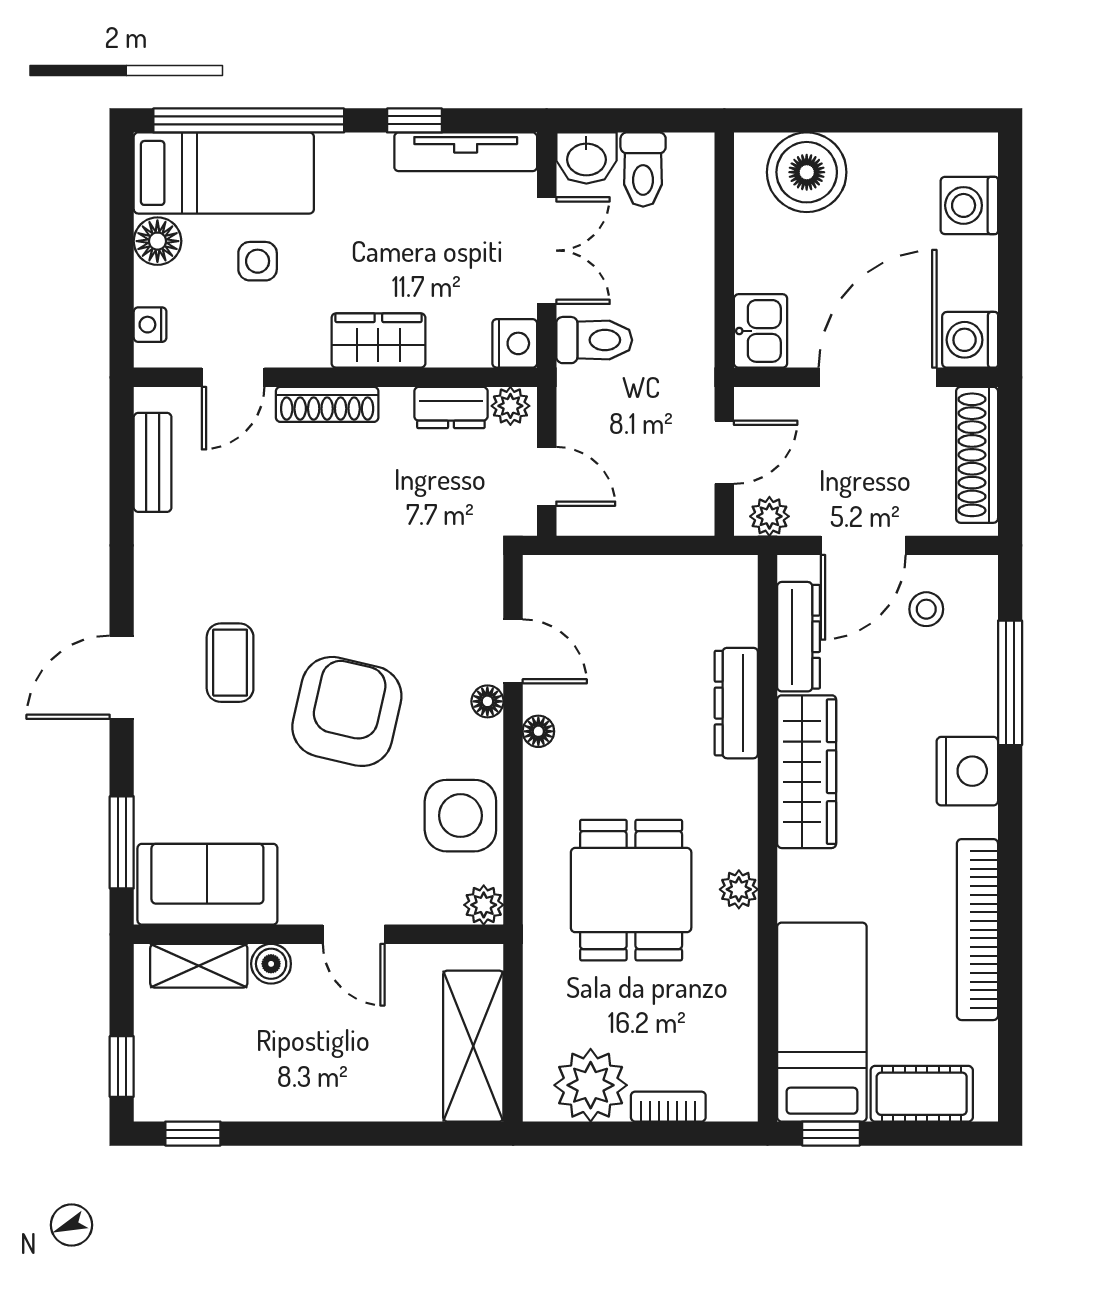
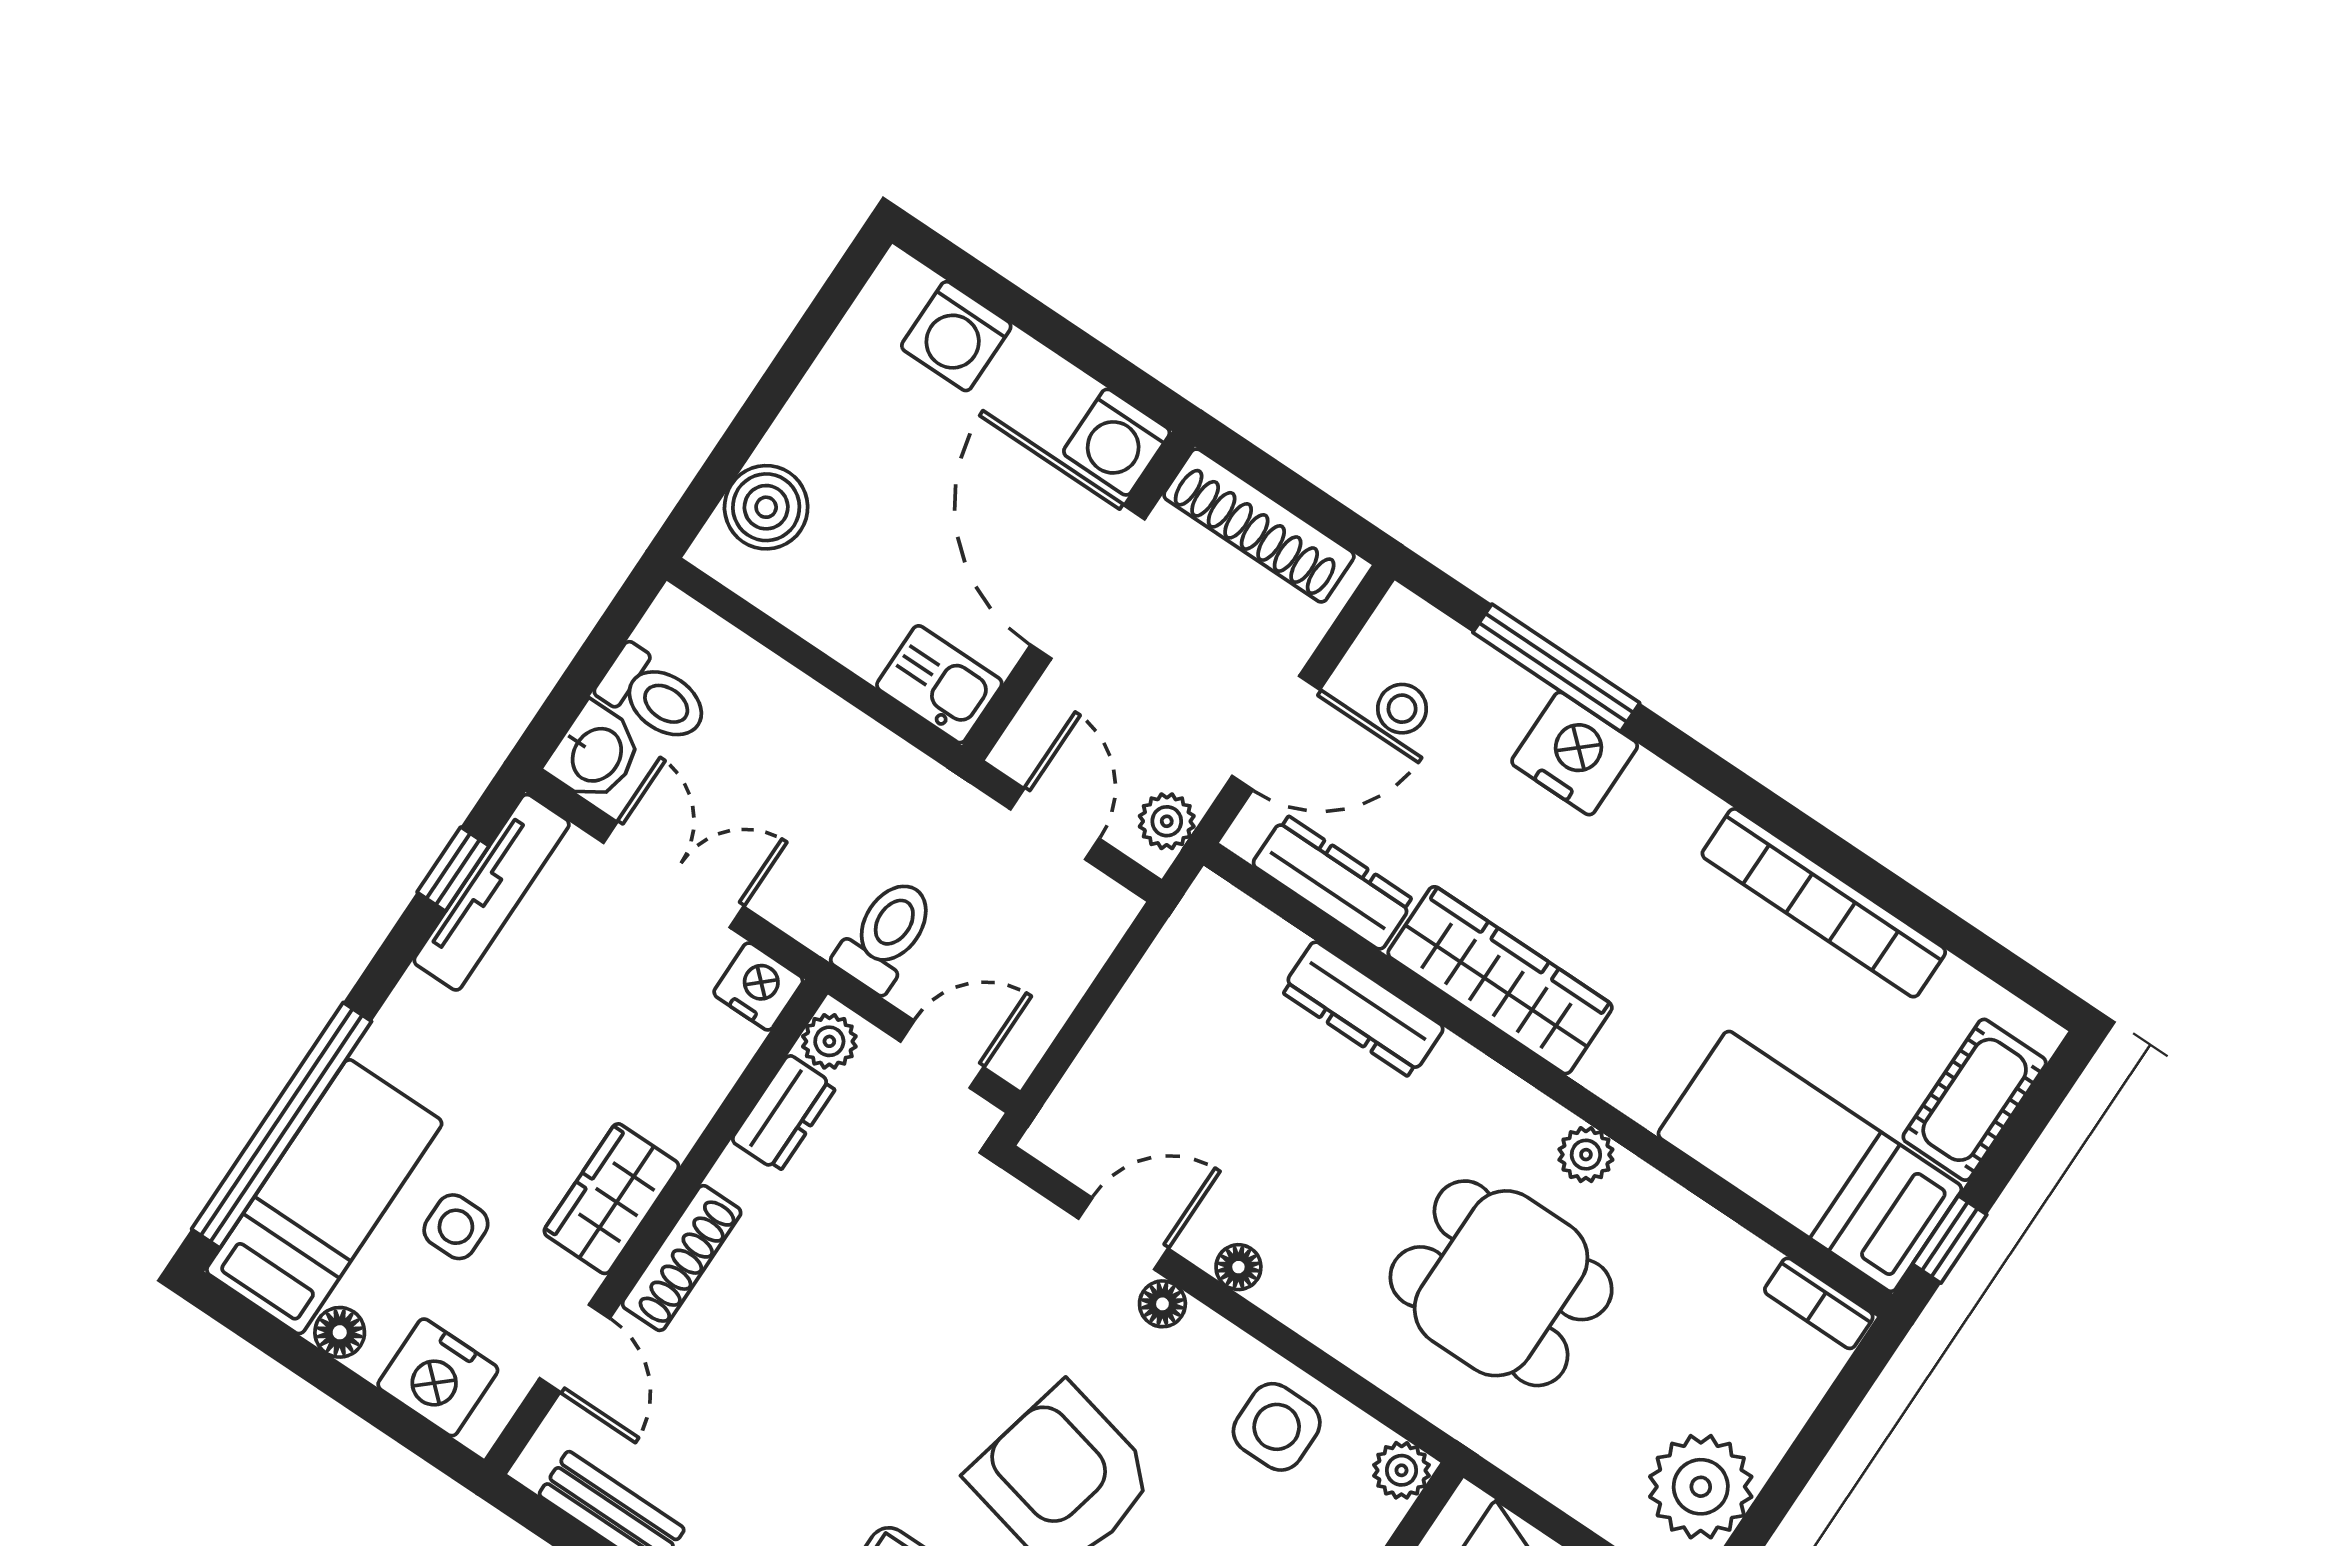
window: (415, 120) -> (453, 869), moved
boiler: (807, 172) -> (766, 507), width x0.73, depth x0.73
floor lamp: (157, 241) -> (340, 1332), width x0.73, depth x0.73
nightstand: (150, 325) -> (438, 1377), width x1.89, depth x1.79
toilet: (594, 340) -> (886, 935), moved
wardrobe: (378, 341) -> (611, 1199), moved
door: (863, 545) -> (1276, 733), hinge flipped
nightstand: (967, 771) -> (1575, 753), moved
side table: (460, 816) -> (1277, 1427), width x0.73, depth x0.73
bookcase: (668, 1107) -> (1819, 1303), moved, turned -90

